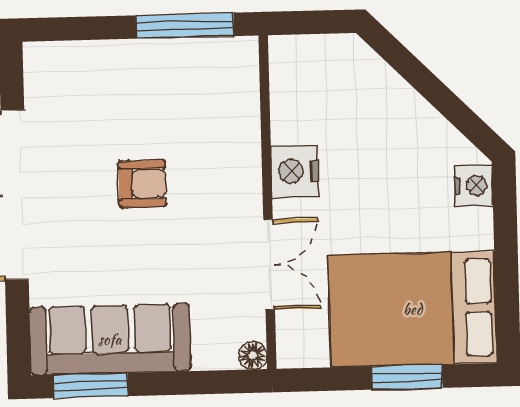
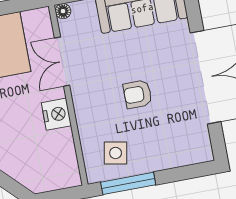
side table: (199, 84) -> (116, 153), added

